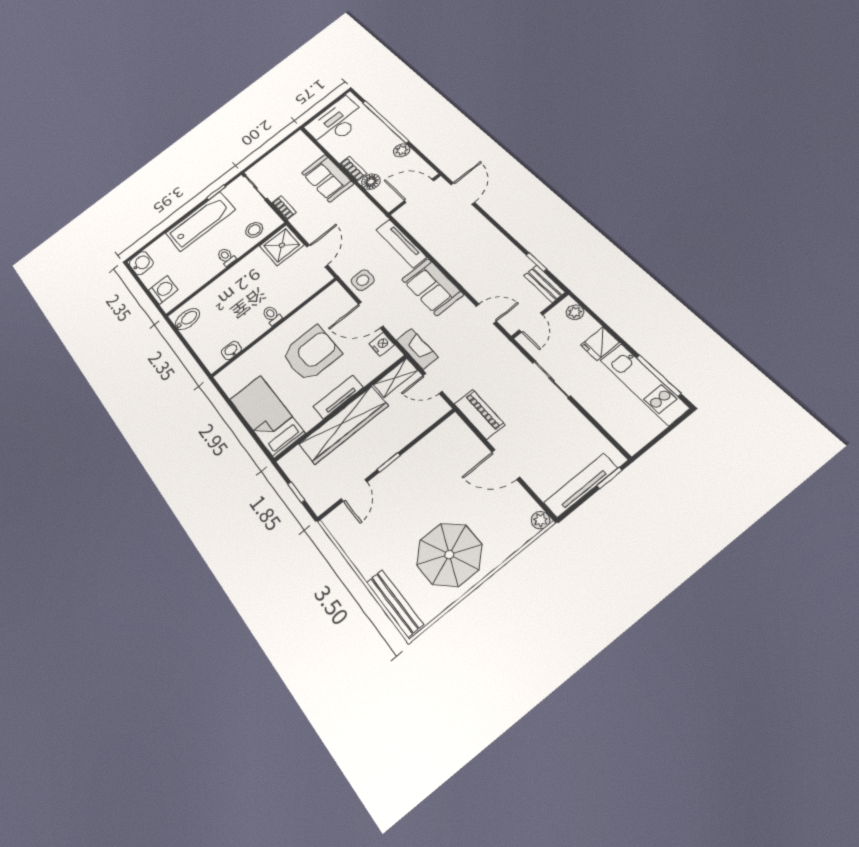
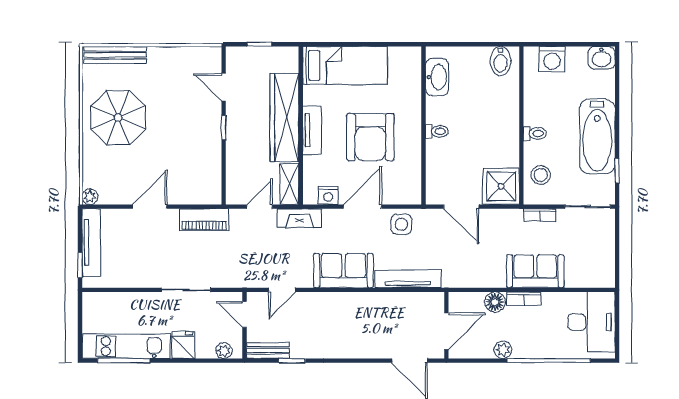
washbasin: (231, 350) -> (437, 77), width x1.91, depth x1.45

